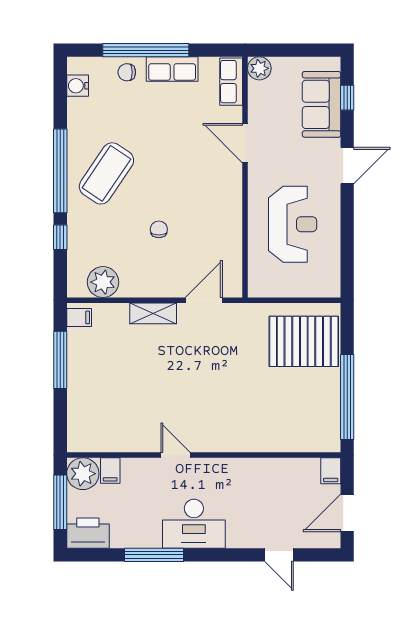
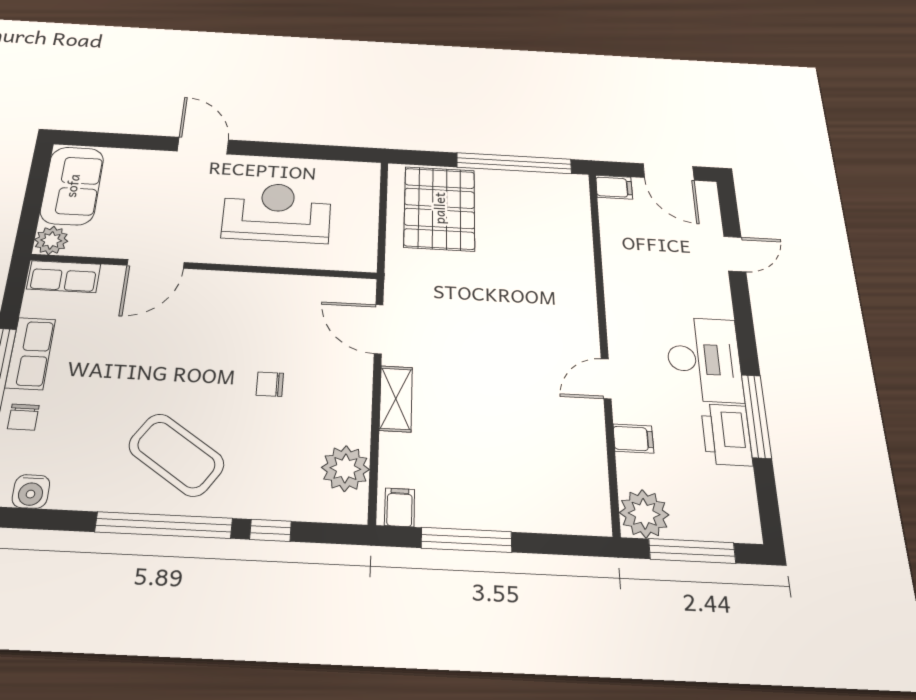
window: (347, 98) -> (111, 140), removed
sofa: (321, 104) -> (72, 186), moved, turned -90
filing cabinet: (110, 470) -> (633, 439), moved
printer: (88, 533) -> (727, 435), moved

